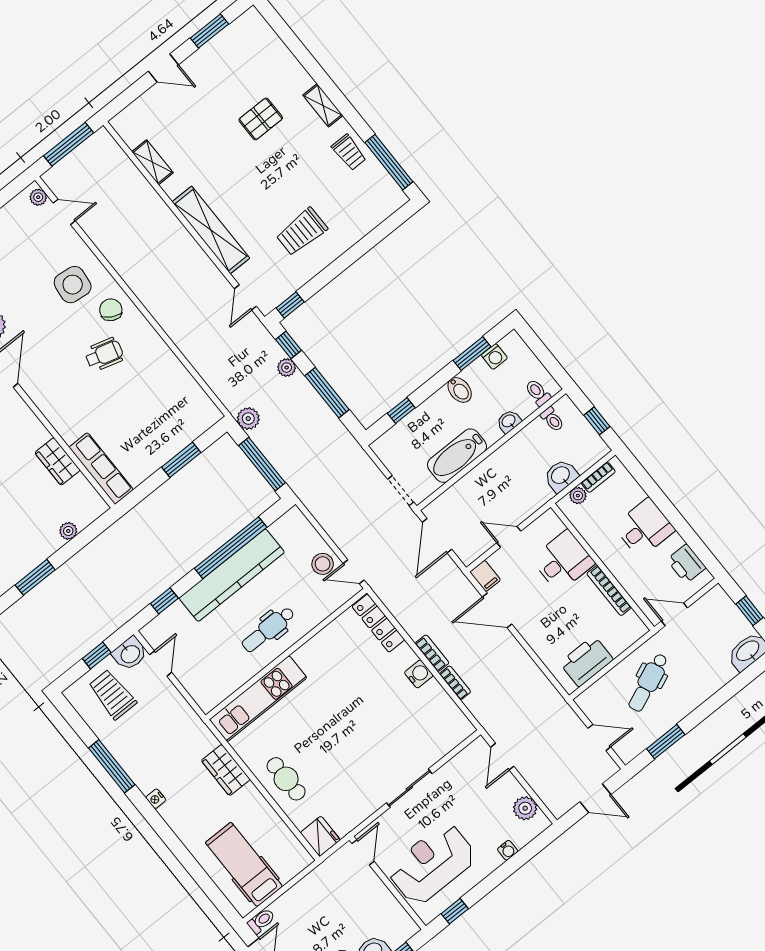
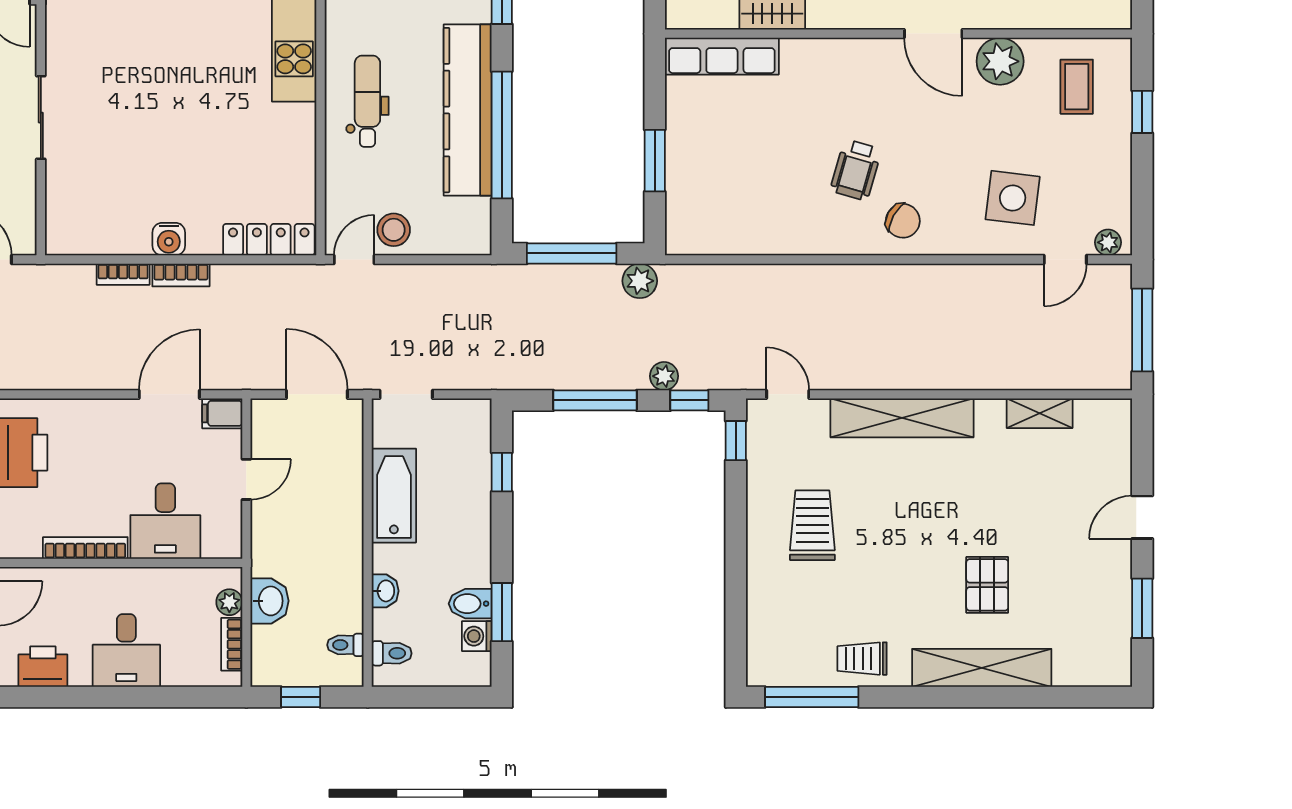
shelving: (323, 105) -> (982, 668), width x2.20, depth x1.33
side table: (73, 285) -> (1013, 198), moved
bidet: (460, 390) -> (470, 604), moved

